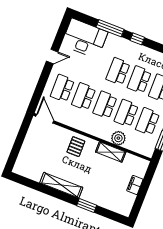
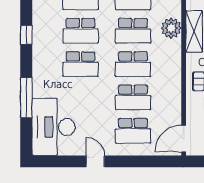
window: (137, 39) -> (26, 35), moved

